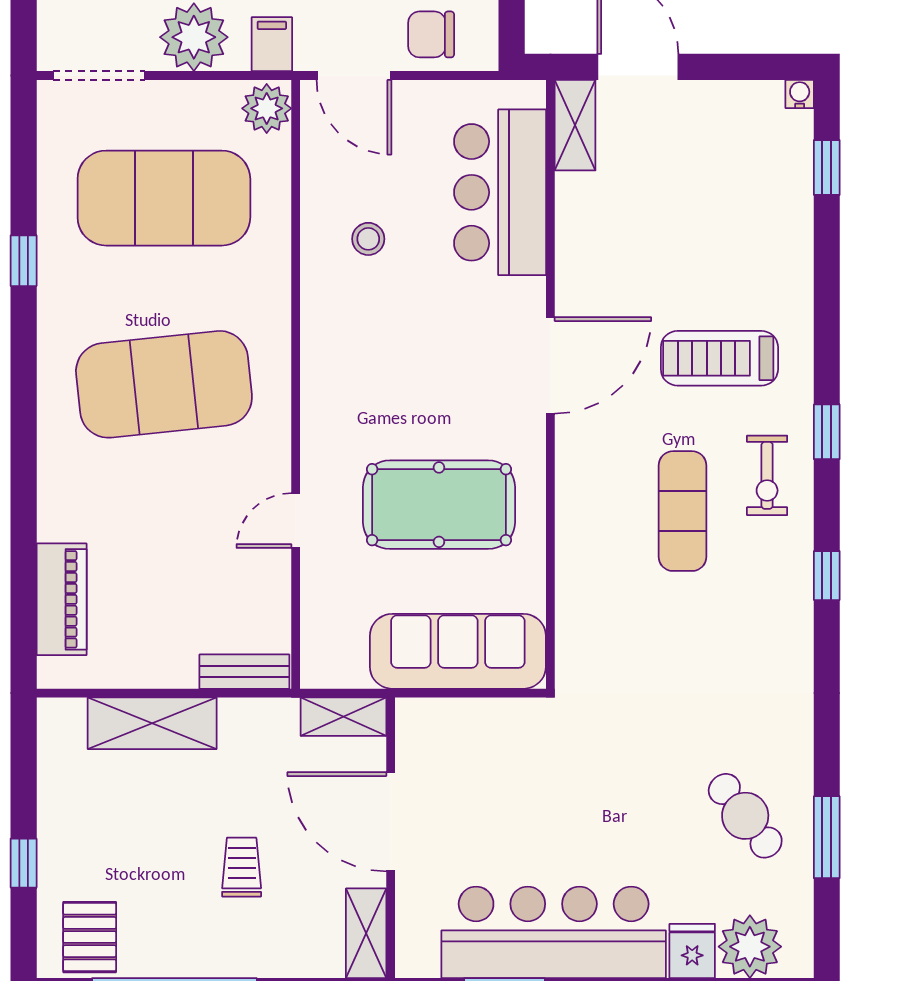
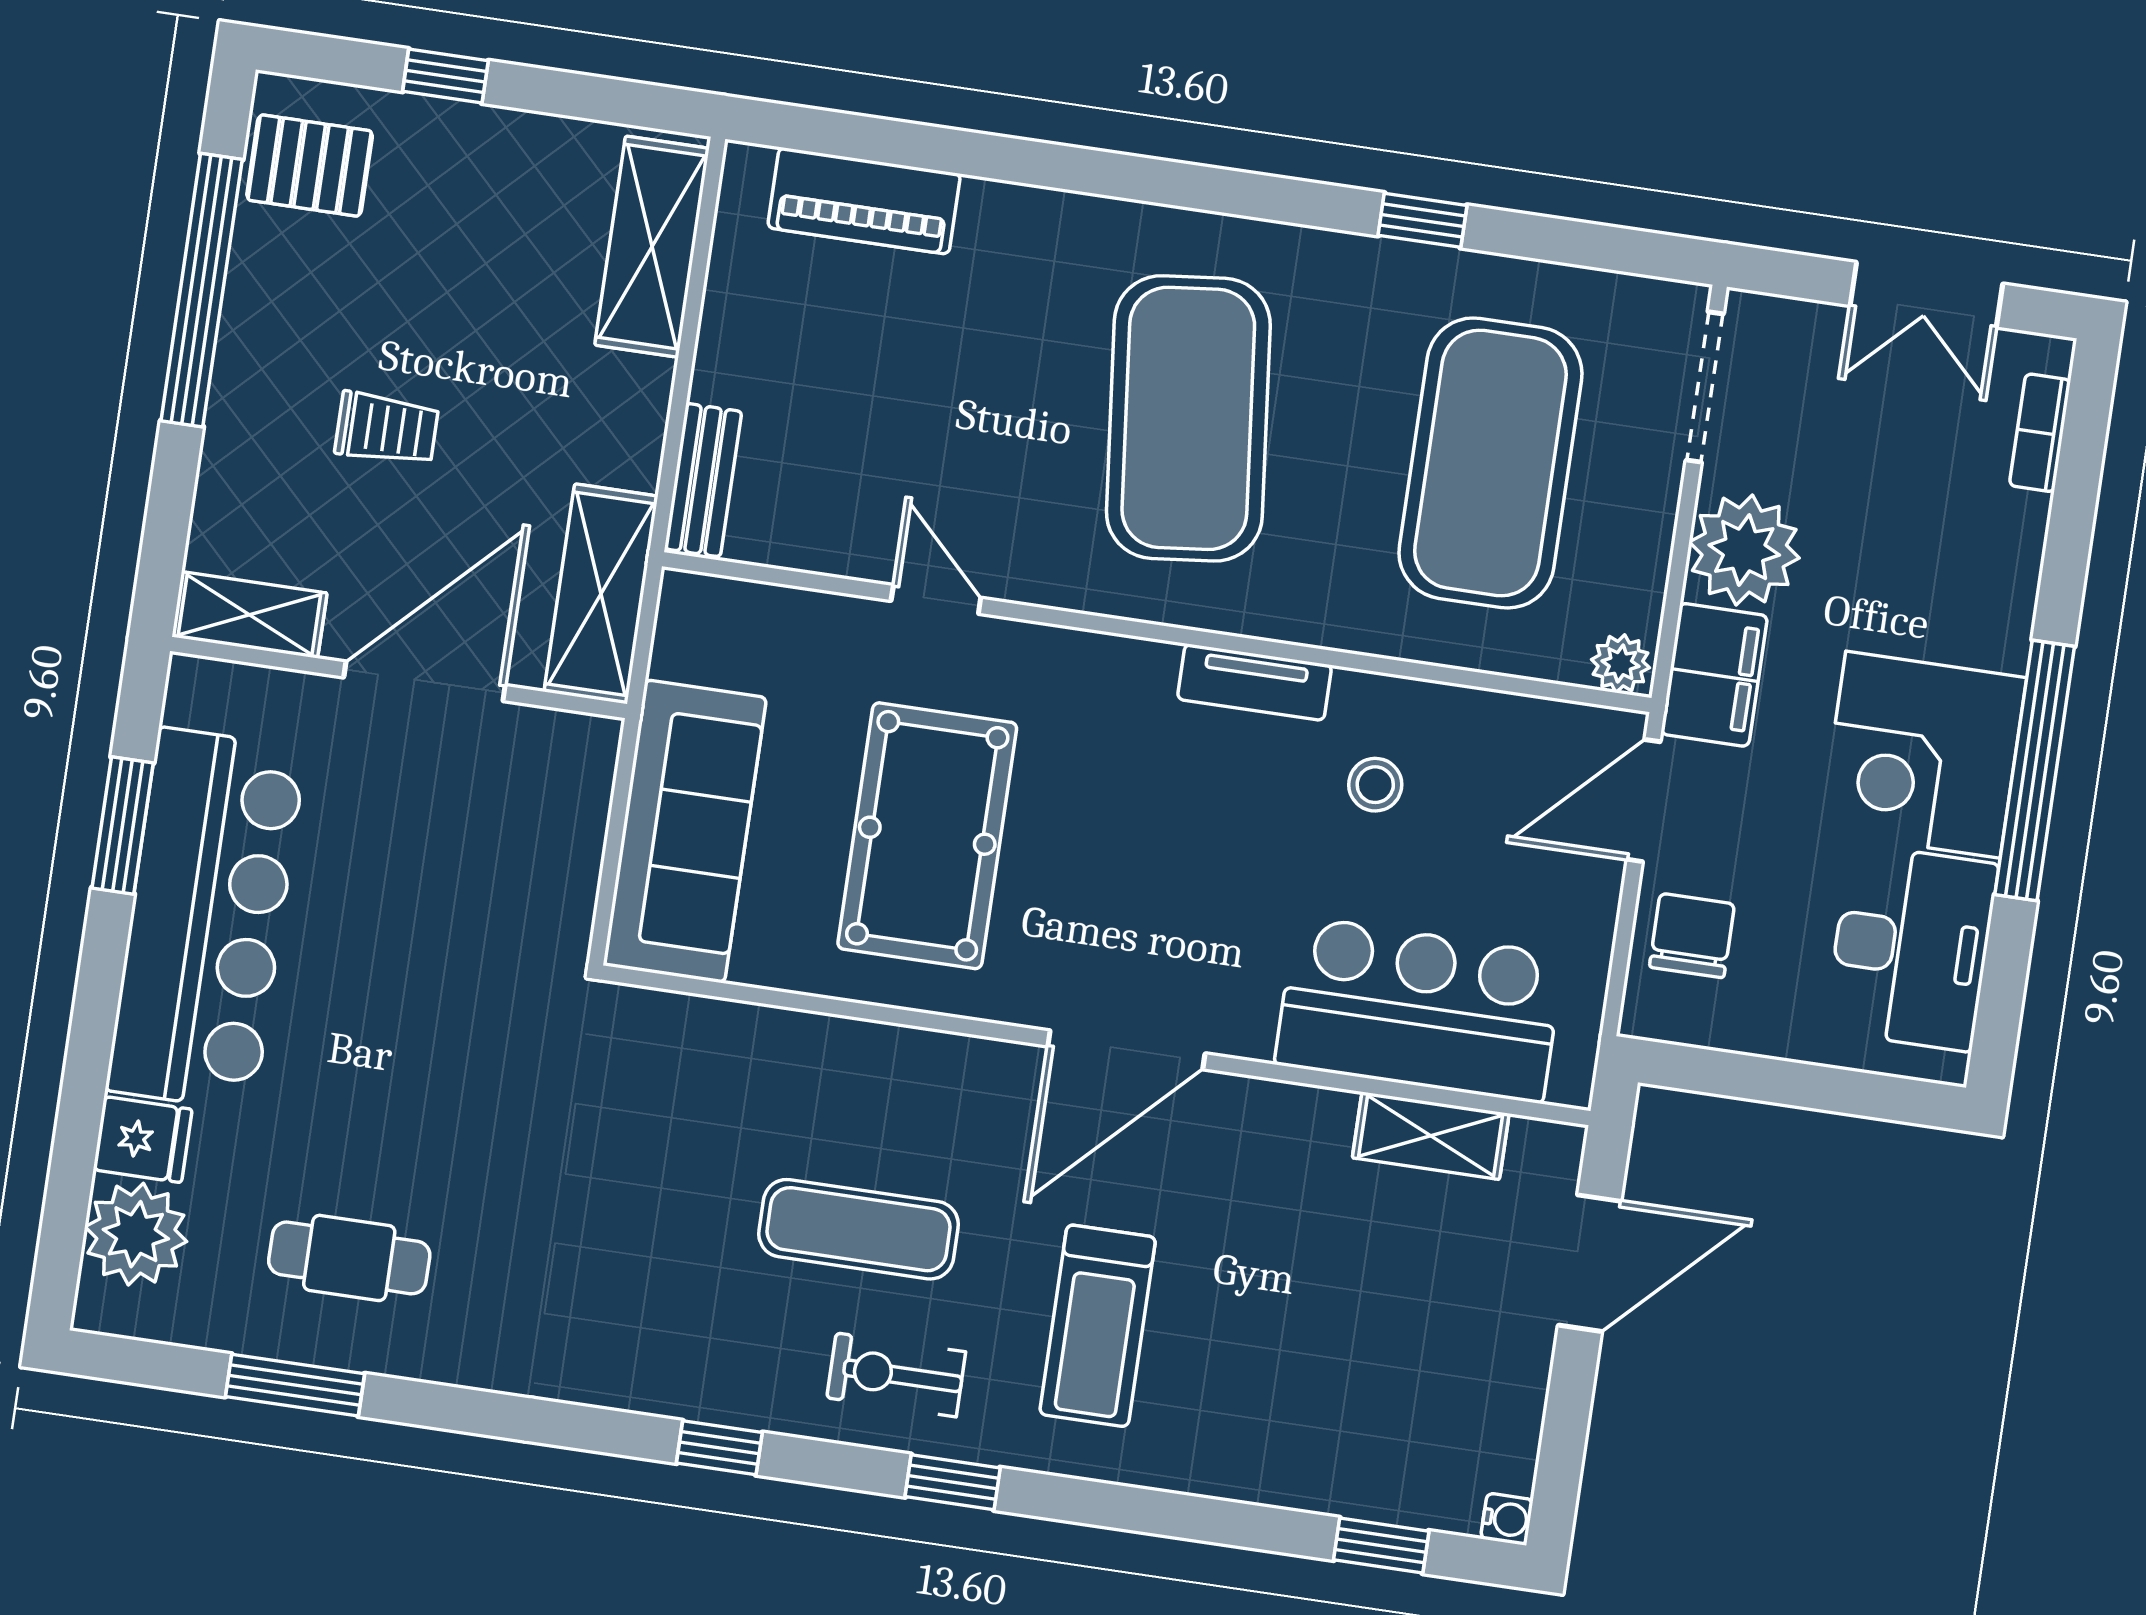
filing cabinet: (272, 44) -> (1714, 675), width x2.00
plant: (267, 108) -> (1620, 664), width x0.73, depth x0.73
shelving: (575, 125) -> (1431, 1136), moved
tv unit: (317, 321) -> (1255, 682), added
treadmill: (719, 358) -> (1098, 1326), turned 180
door: (550, 365) -> (1126, 1050), hinge flipped
shelving: (344, 717) -> (601, 594), width x1.50, depth x1.33
shelving: (152, 723) -> (652, 247), moved
cafe table: (745, 816) -> (349, 1258), turned 38

